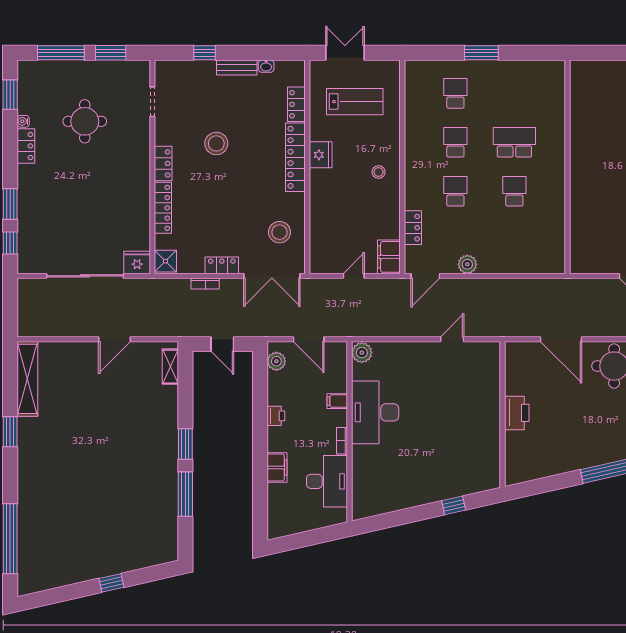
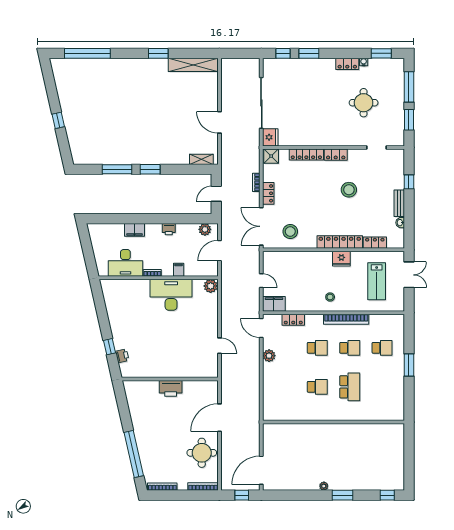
bookcase: (412, 148) -> (346, 319), added
printer: (467, 486) -> (122, 356), added

